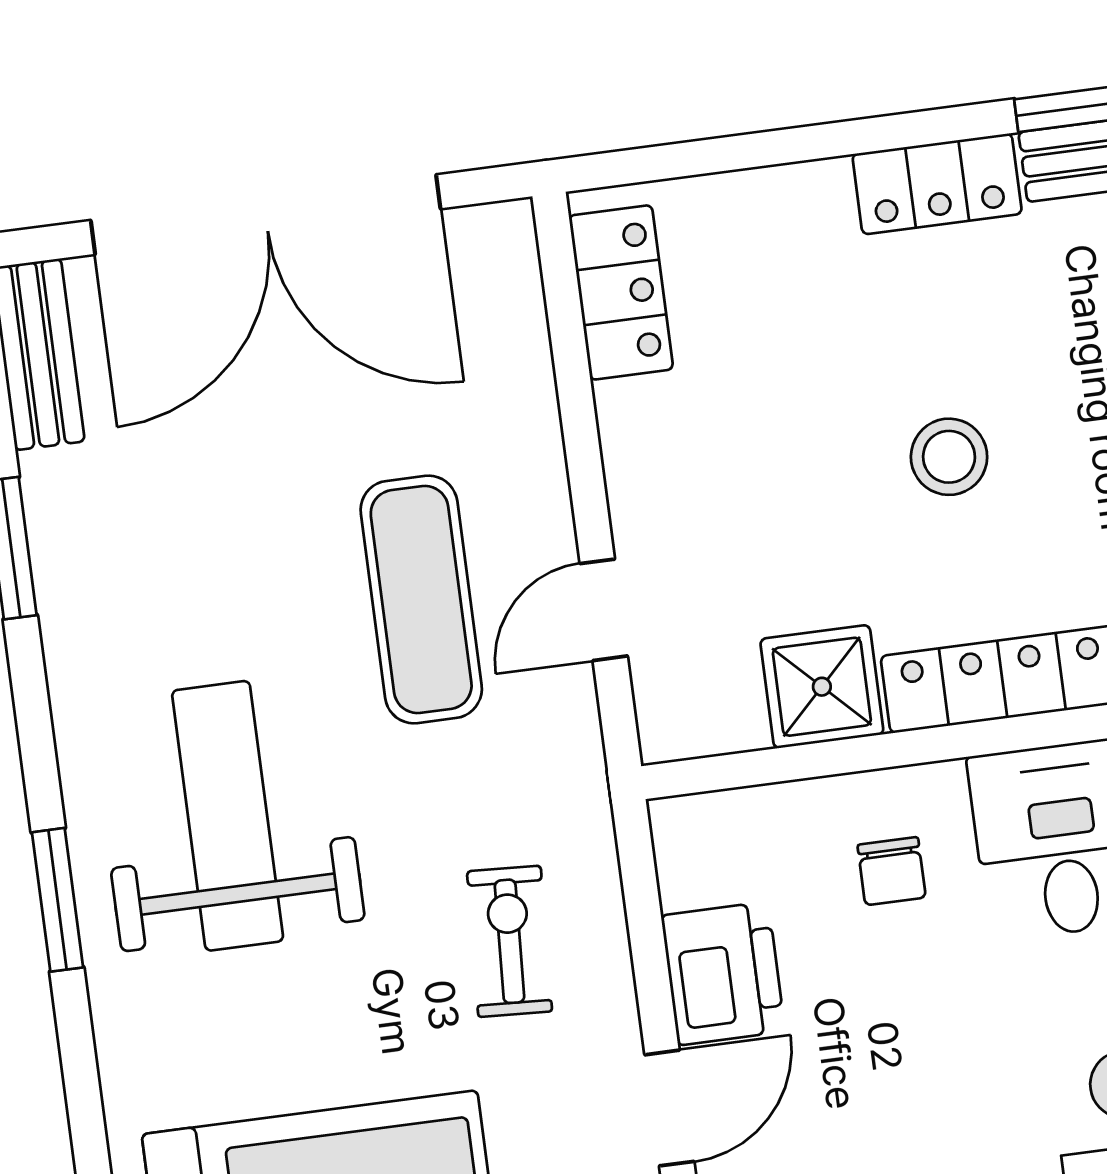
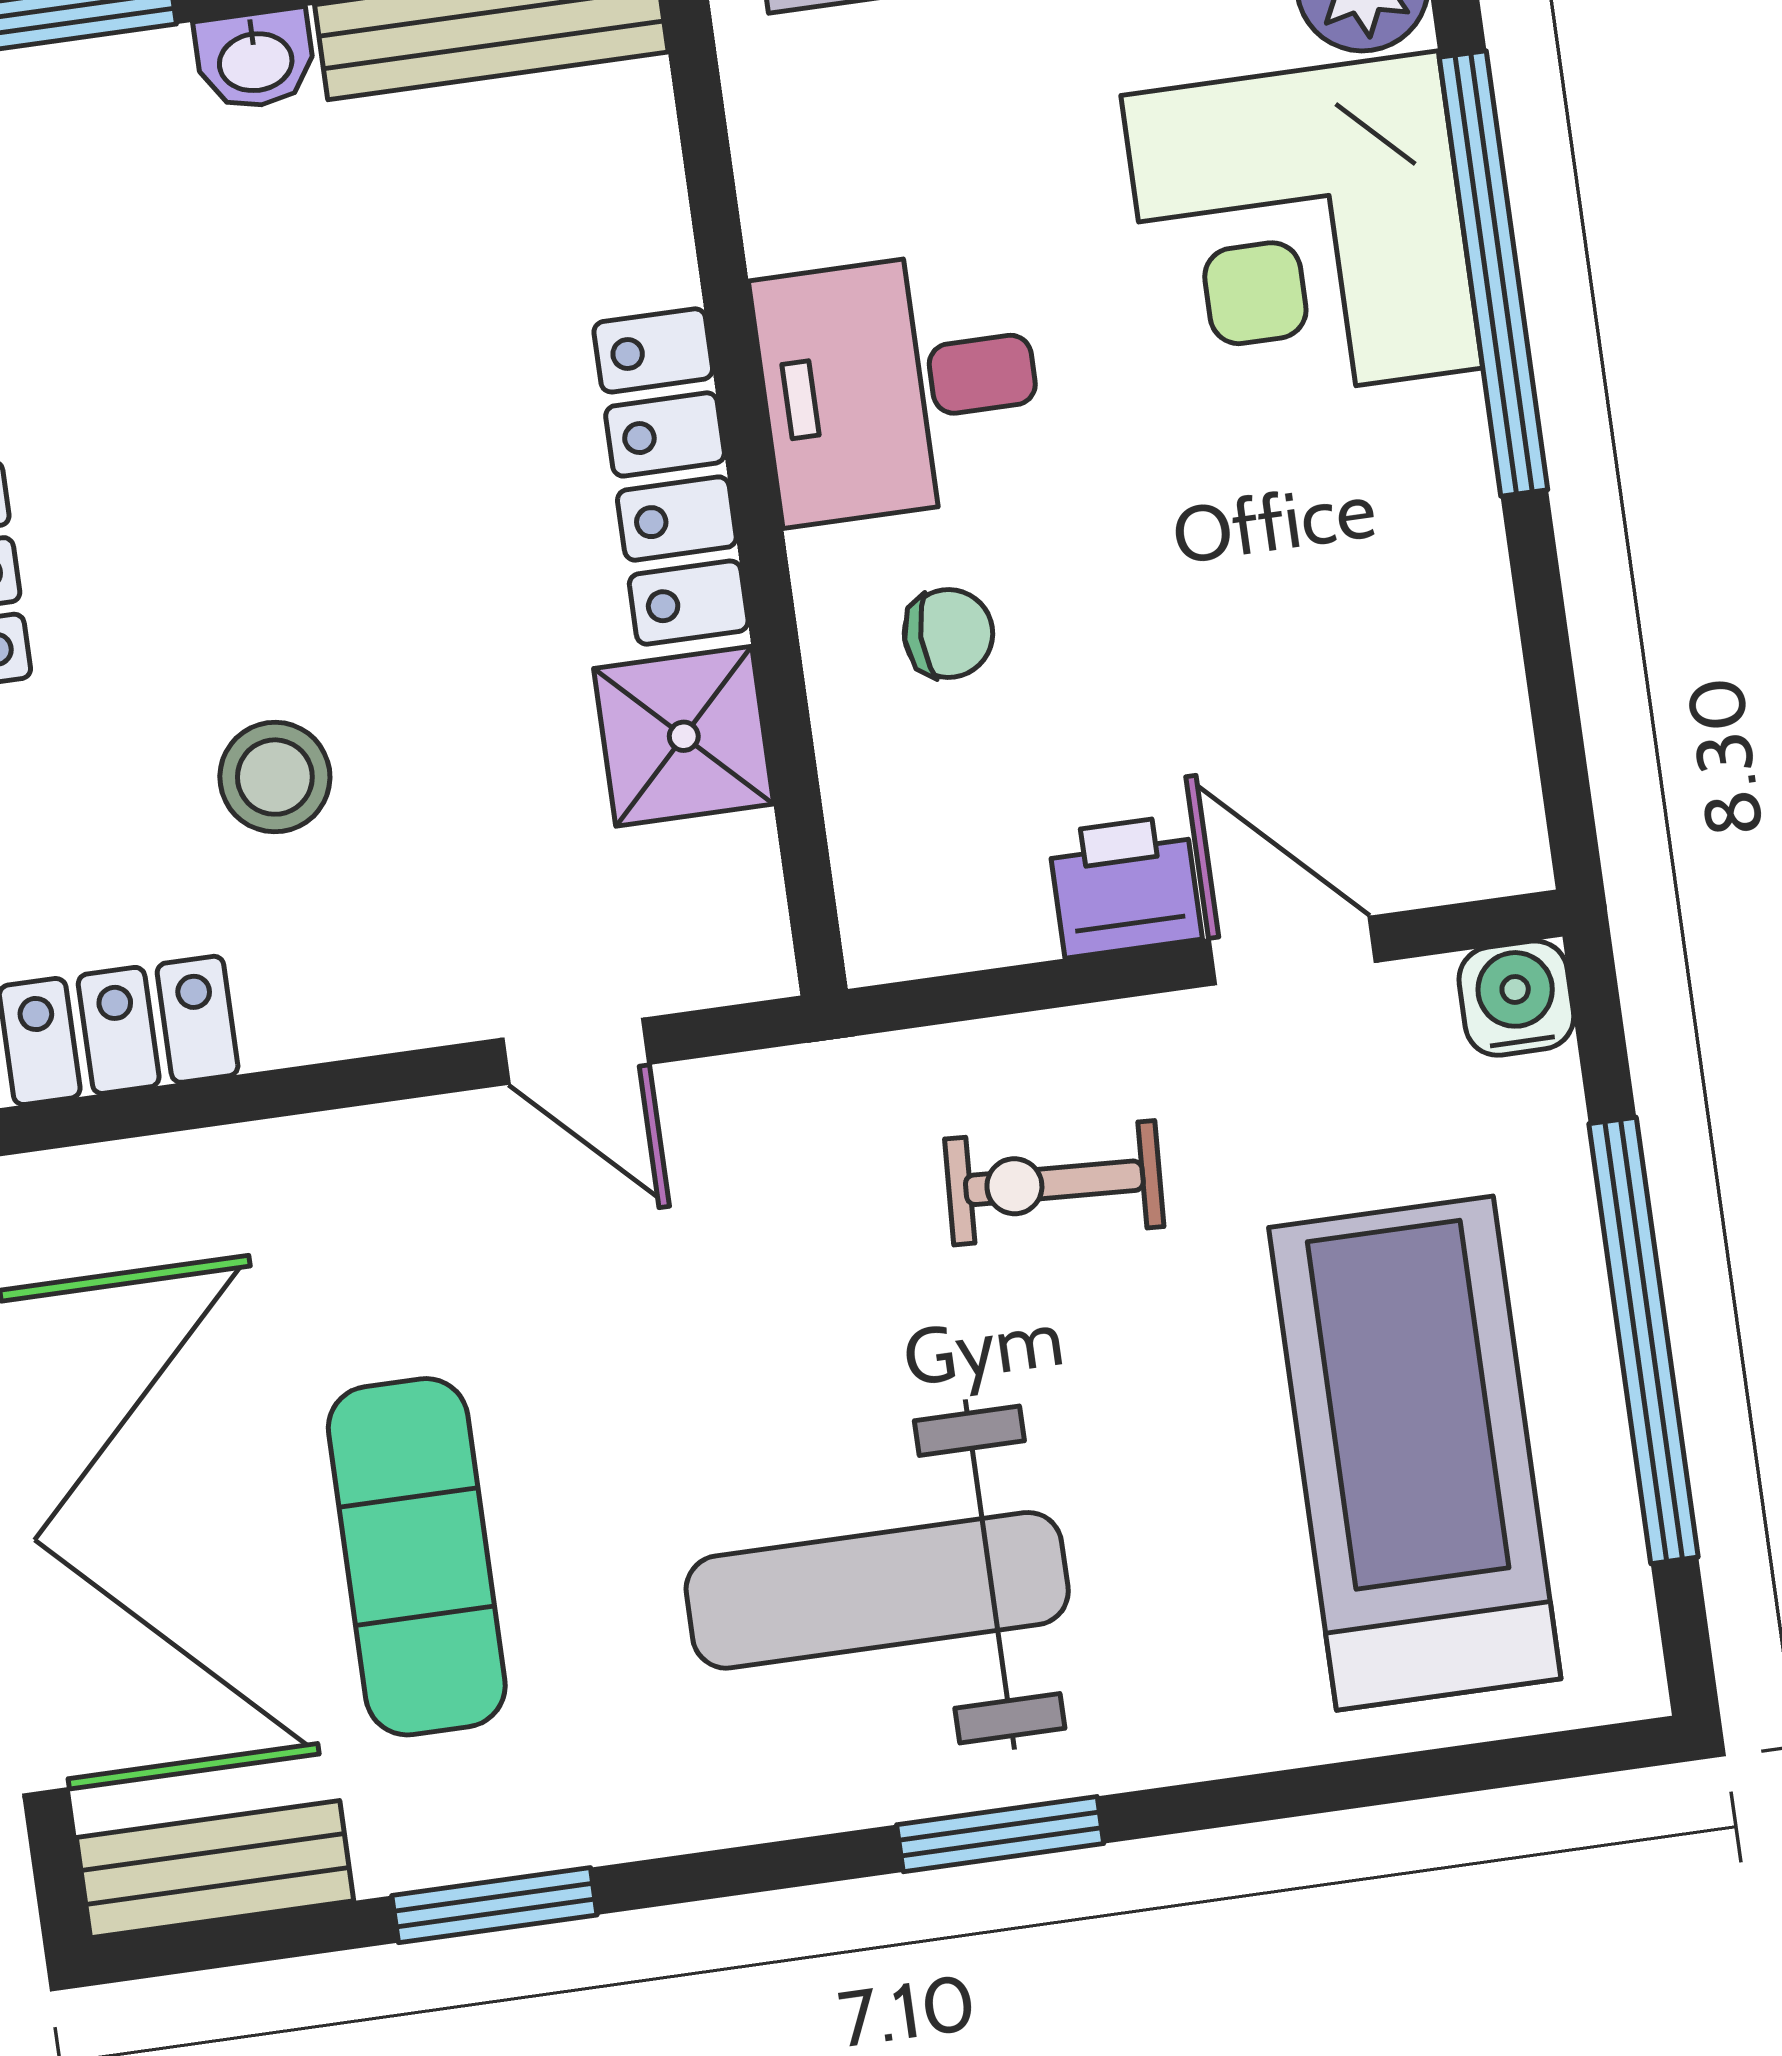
stool: (949, 457) -> (275, 777), moved
exercise mat: (421, 599) -> (417, 1557), moved, turned 90
printer: (723, 973) -> (1125, 886), width x0.73, depth x0.81

